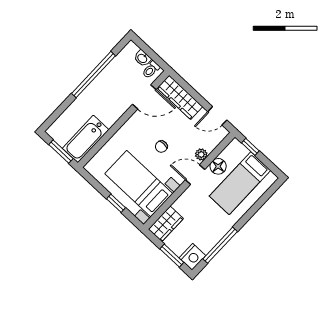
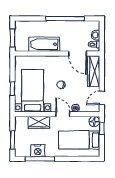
door: (217, 116) -> (102, 98), hinge flipped
bathtub: (86, 139) -> (44, 44), moved
floor lamp: (218, 166) -> (94, 122), moved
wardrobe: (166, 224) -> (39, 122), moved
nightstand: (192, 257) -> (38, 151), moved

